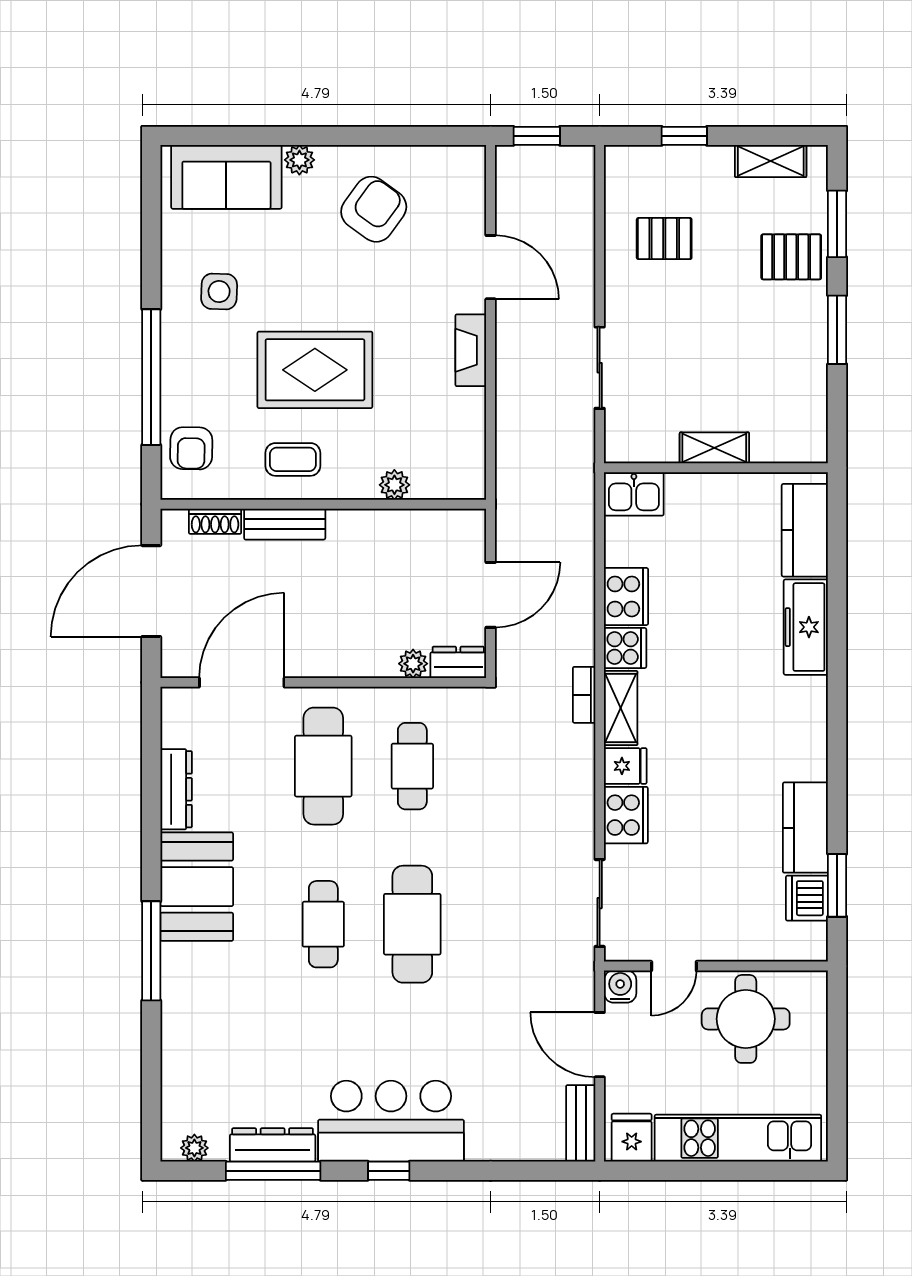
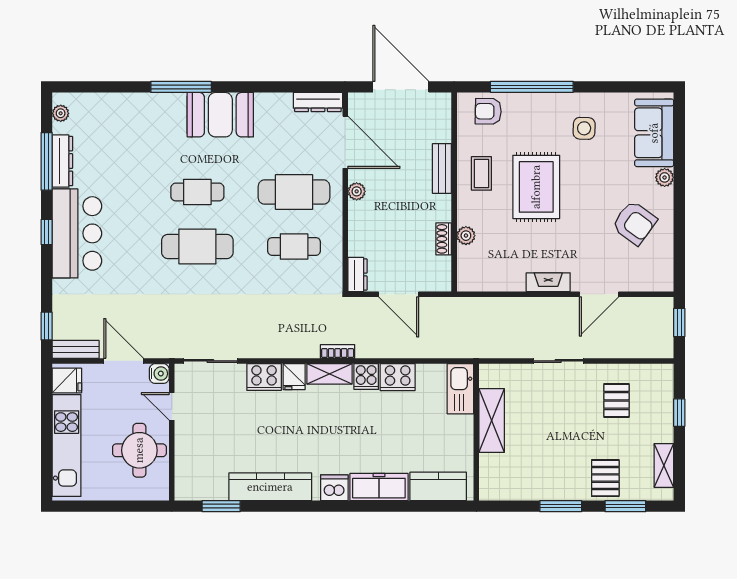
sliding door: (600, 368) -> (558, 361), moved
shelving: (714, 448) -> (492, 421), width x1.50, depth x1.33
kitchen sink: (634, 494) -> (460, 389), width x1.38
shoe rack: (215, 521) -> (444, 239), moved
plant: (413, 664) -> (357, 191), moved
dresser: (176, 789) -> (318, 102), moved
kitchen counter: (805, 828) -> (270, 487), width x1.50
dishwasher: (807, 898) -> (334, 488), moved
door: (600, 1045) -> (124, 361), hinge flipped
window: (543, 1171) -> (47, 326), added

